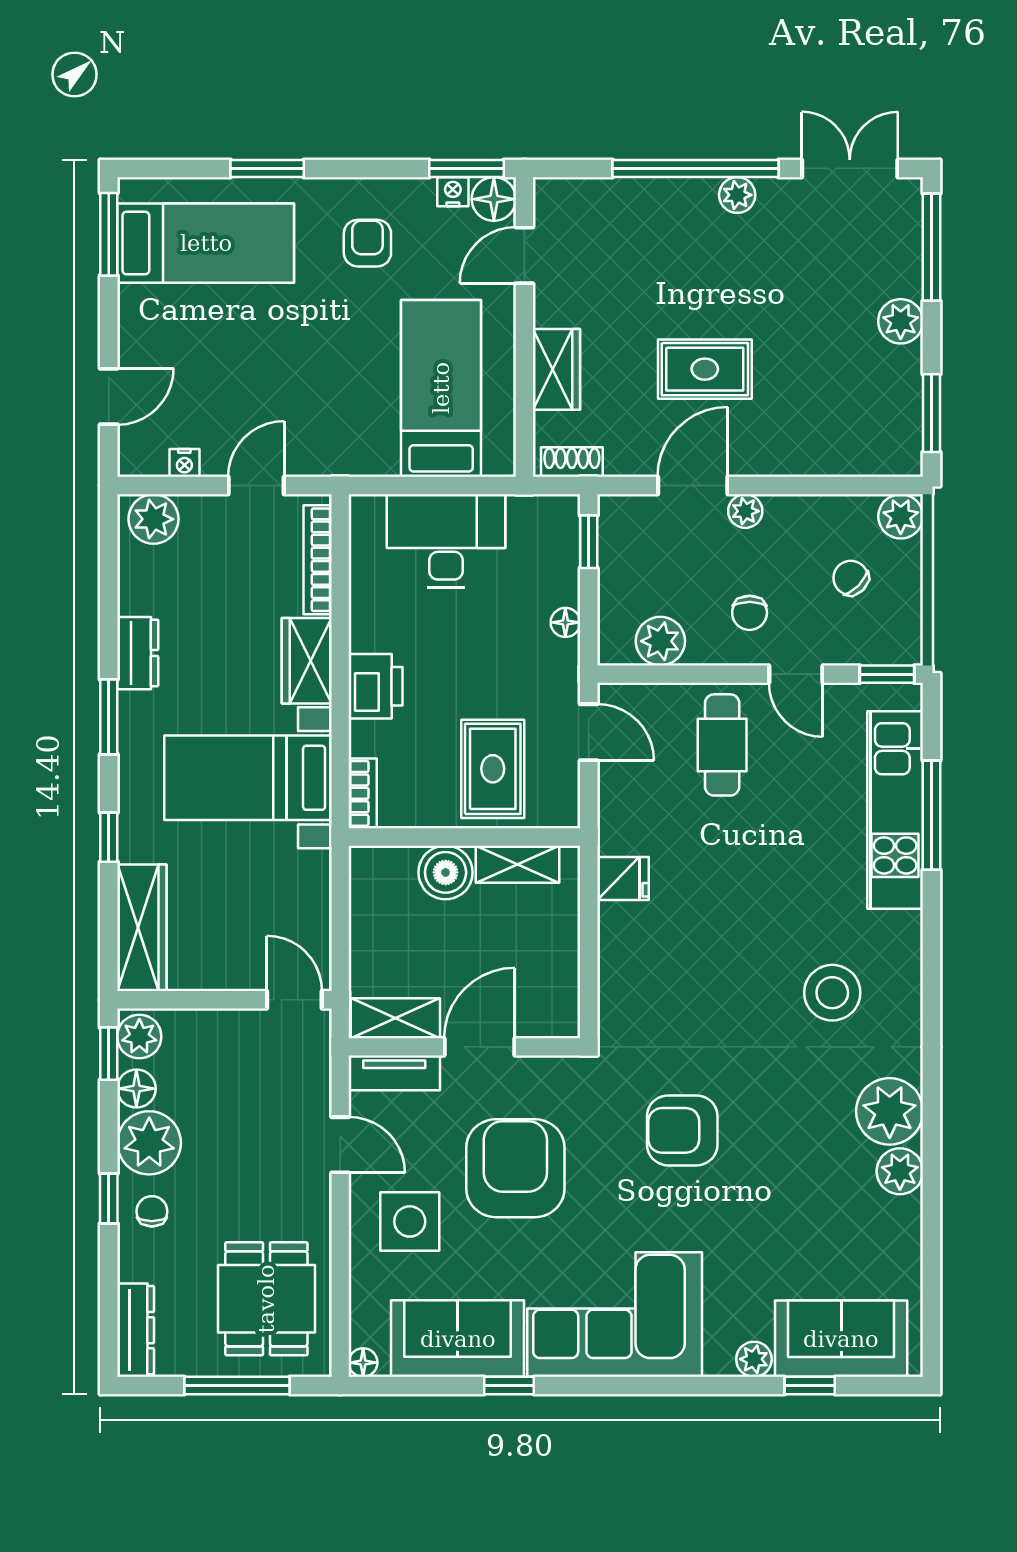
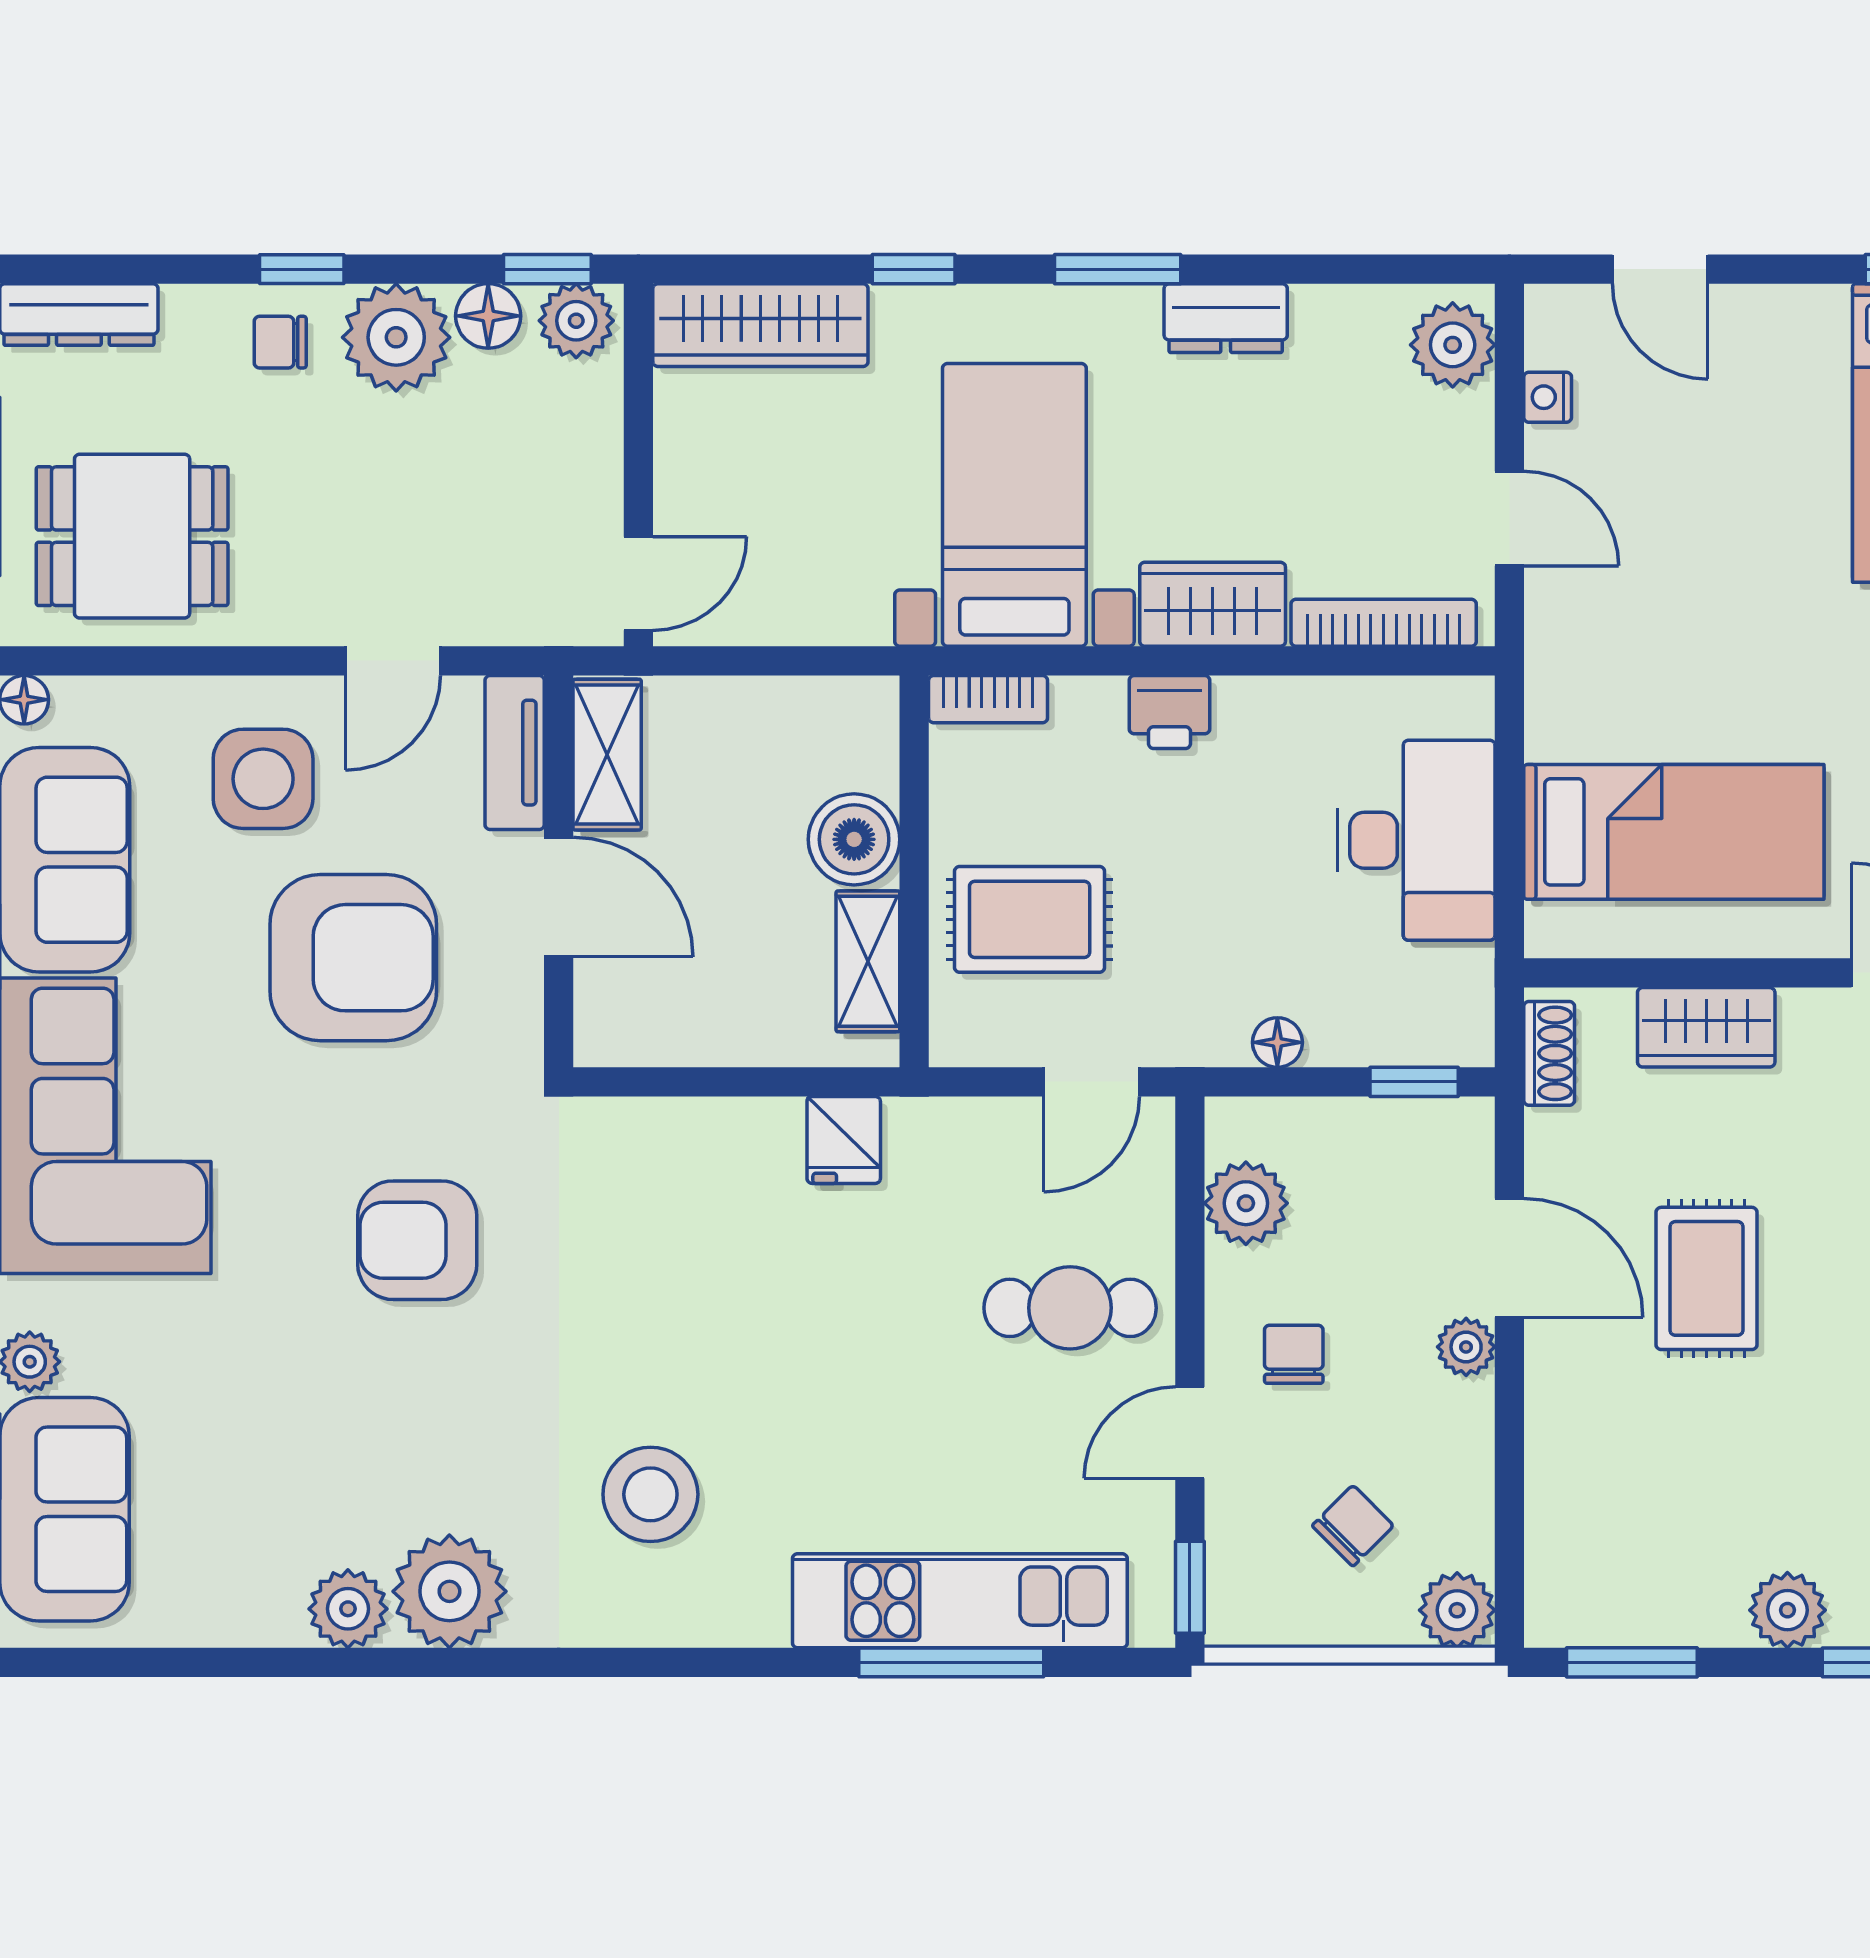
chair: (750, 613) -> (1294, 1354), turned 90
printer: (375, 686) -> (1169, 712), width x0.73, depth x0.81
armchair: (682, 1130) -> (417, 1240), turned -90
chair: (152, 1211) -> (280, 342), turned 180

